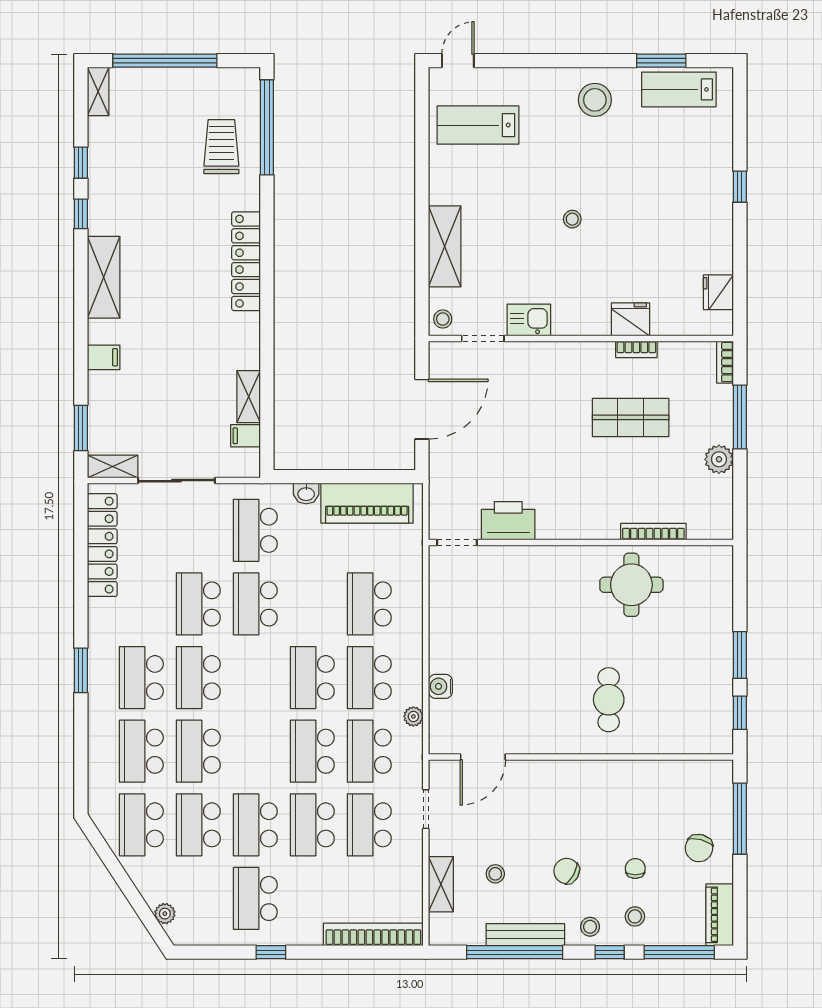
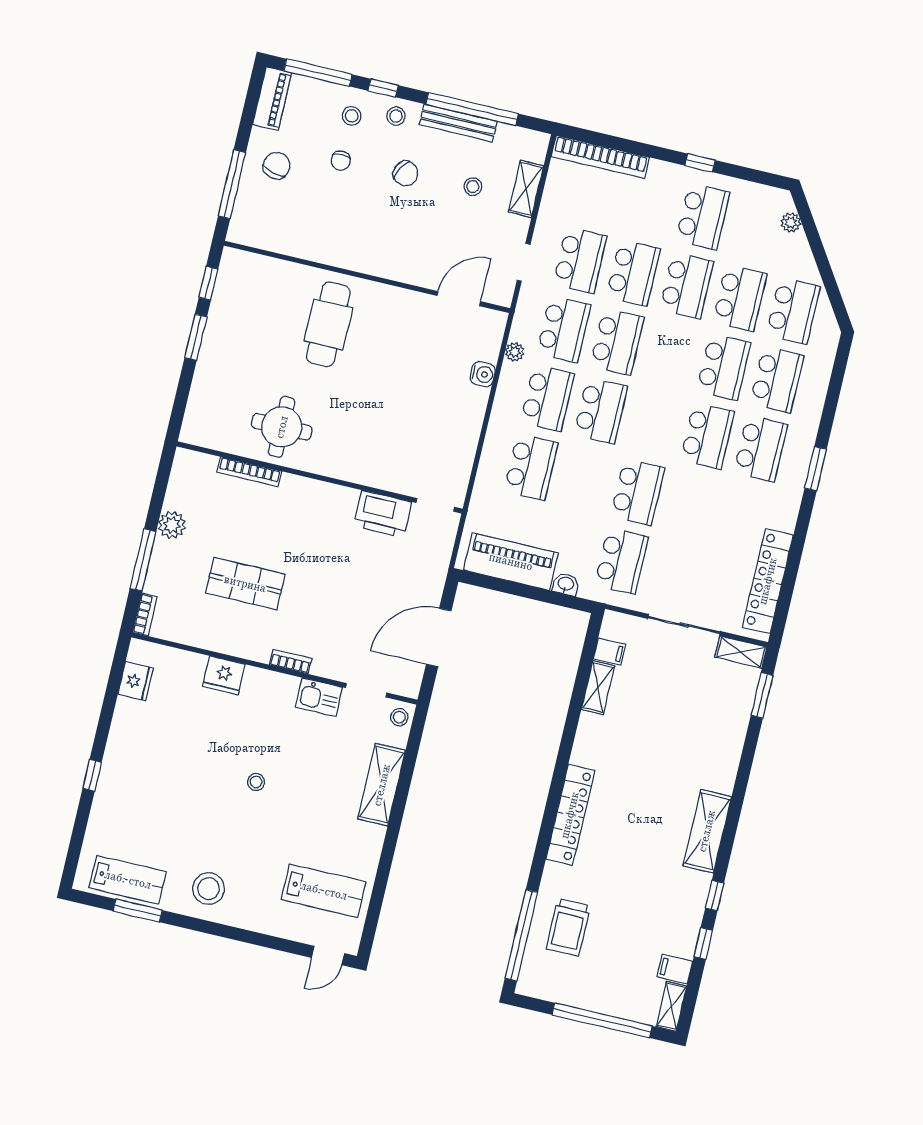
bookcase: (636, 349) -> (291, 662), moved
filing cabinet: (104, 357) -> (675, 969), moved
school desk: (198, 604) -> (691, 505), removed
cafe table: (609, 700) -> (328, 324), width x1.37, depth x1.35

